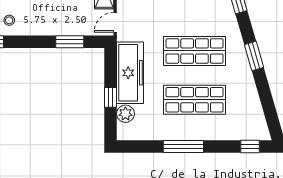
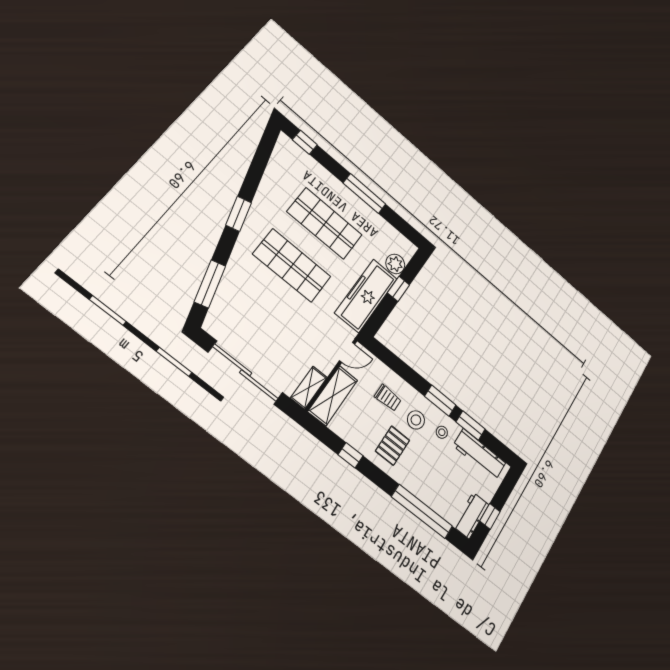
stool: (34, 14) -> (416, 420), added
trolley: (65, 14) -> (388, 398), added
window: (70, 42) -> (440, 401), moved

